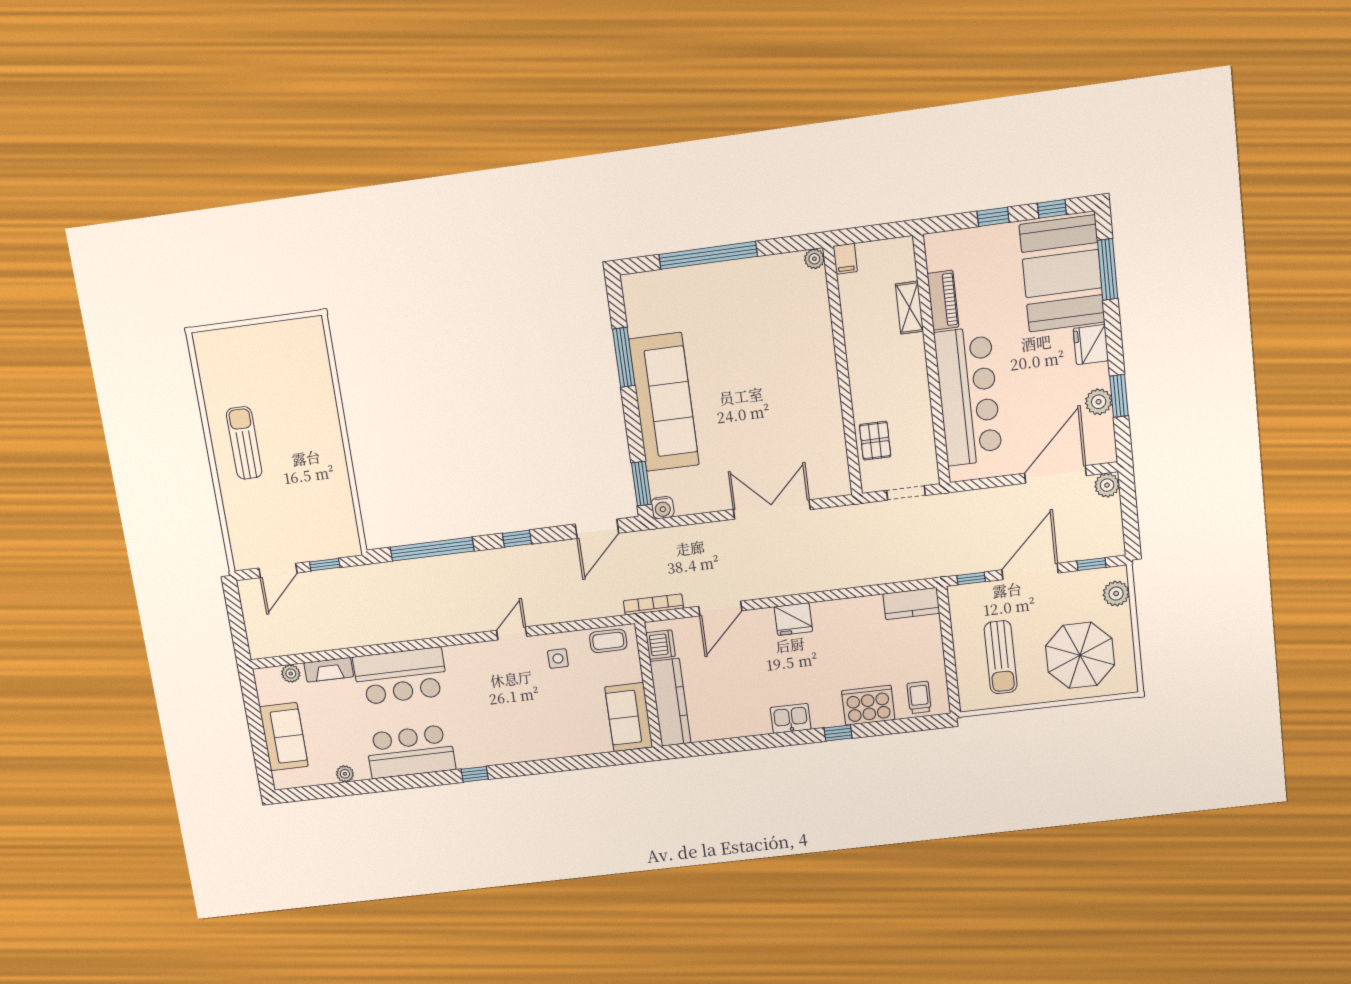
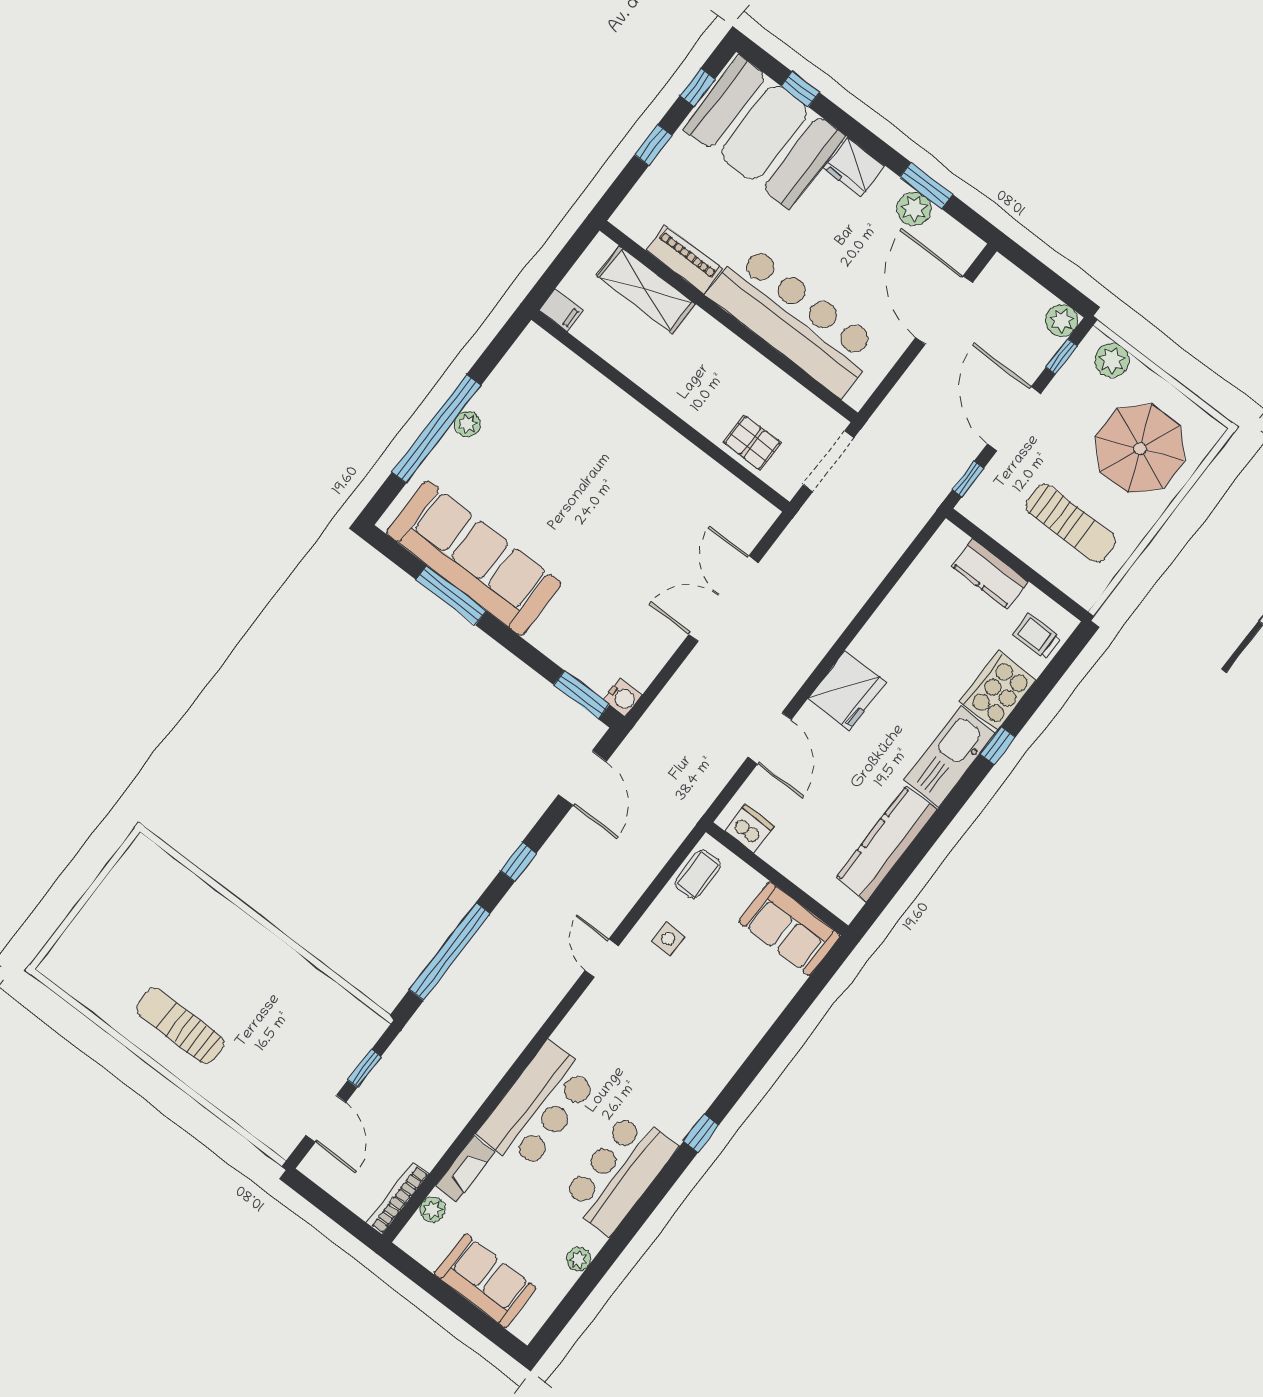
plant: (814, 259) -> (467, 424), moved
window: (1108, 269) -> (800, 89), width x0.46
shelving: (909, 308) -> (646, 290), width x1.50, depth x1.33
sofa: (664, 402) -> (474, 558), moved
plant: (1107, 485) -> (1062, 320), moved
doorway: (906, 493) -> (829, 461), width x1.38
bookcase: (653, 604) -> (398, 1198), moved
kitchen counter: (911, 604) -> (990, 574), moved, turned 90
fridge: (793, 619) -> (847, 691), width x1.36, depth x1.34
kitchen counter: (670, 702) -> (887, 844), moved, turned -90
kitchen sink: (791, 718) -> (950, 757), width x1.88, depth x1.24

